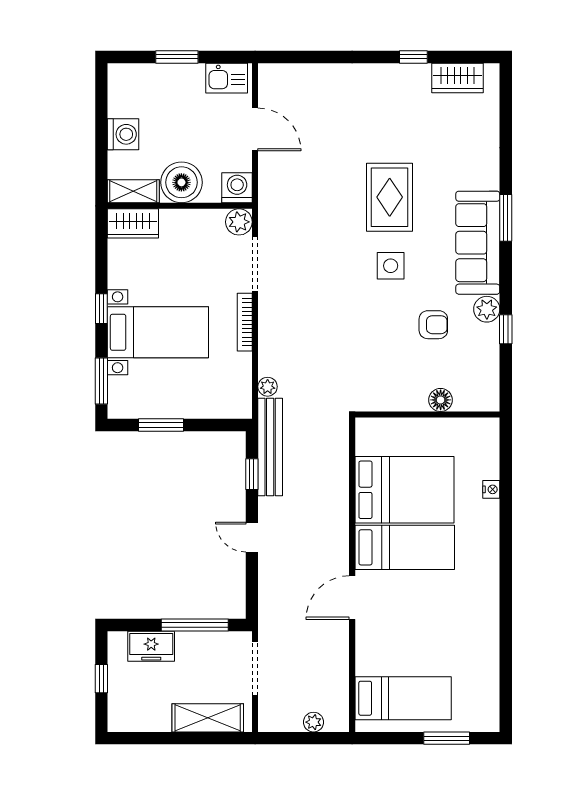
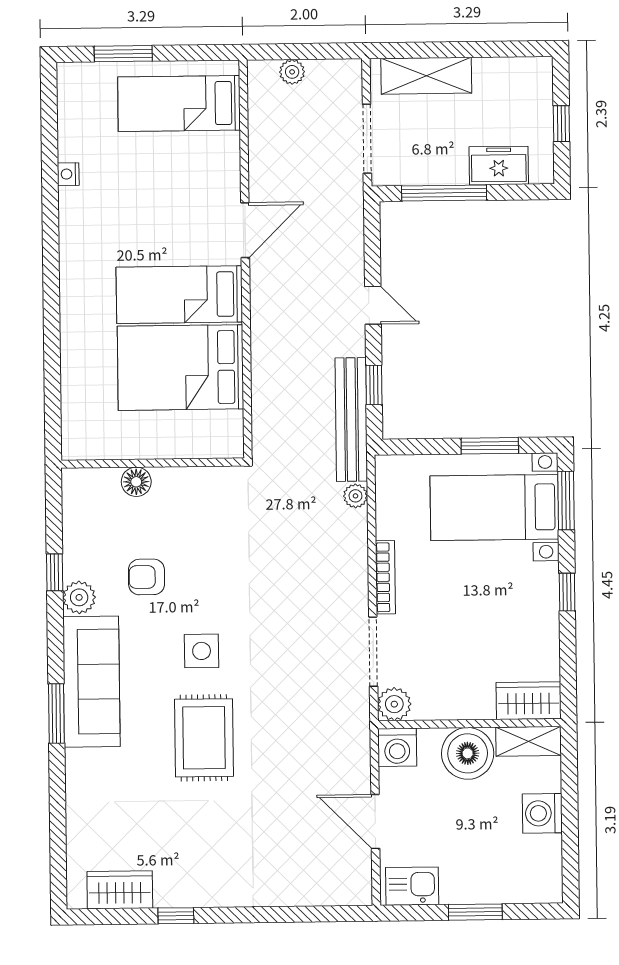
bed with nightstands: (158, 332) -> (494, 507), moved
nightstand: (491, 489) -> (68, 174), moved

